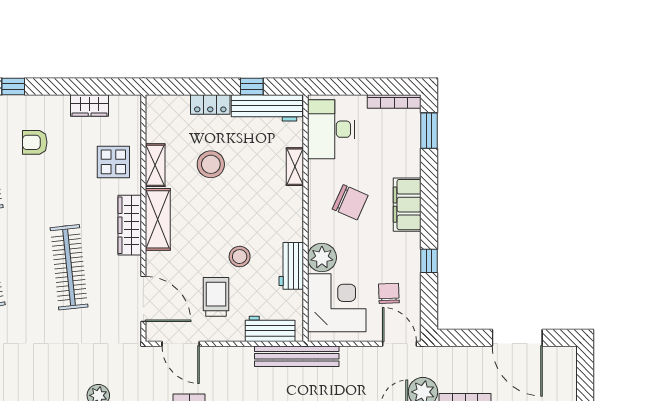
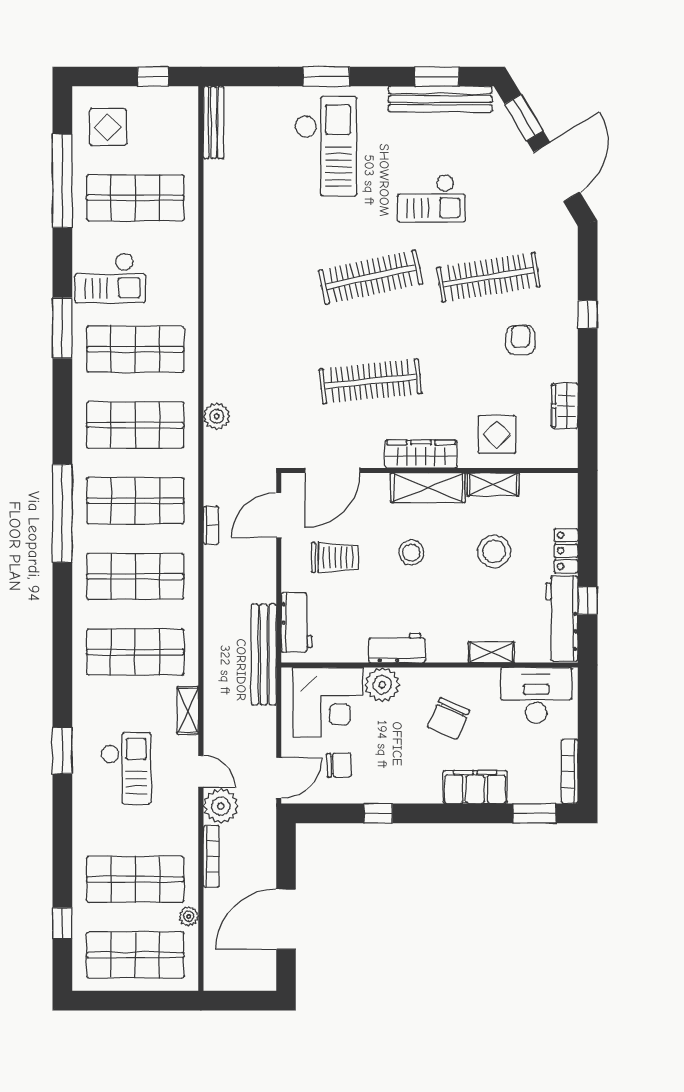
filing cabinet: (407, 205) -> (475, 787), moved
stool: (240, 257) -> (411, 553), moved
workbench: (291, 266) -> (397, 648), moved

